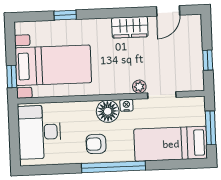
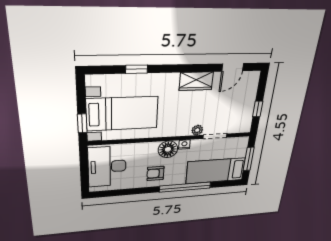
window: (114, 167) -> (185, 187), moved

